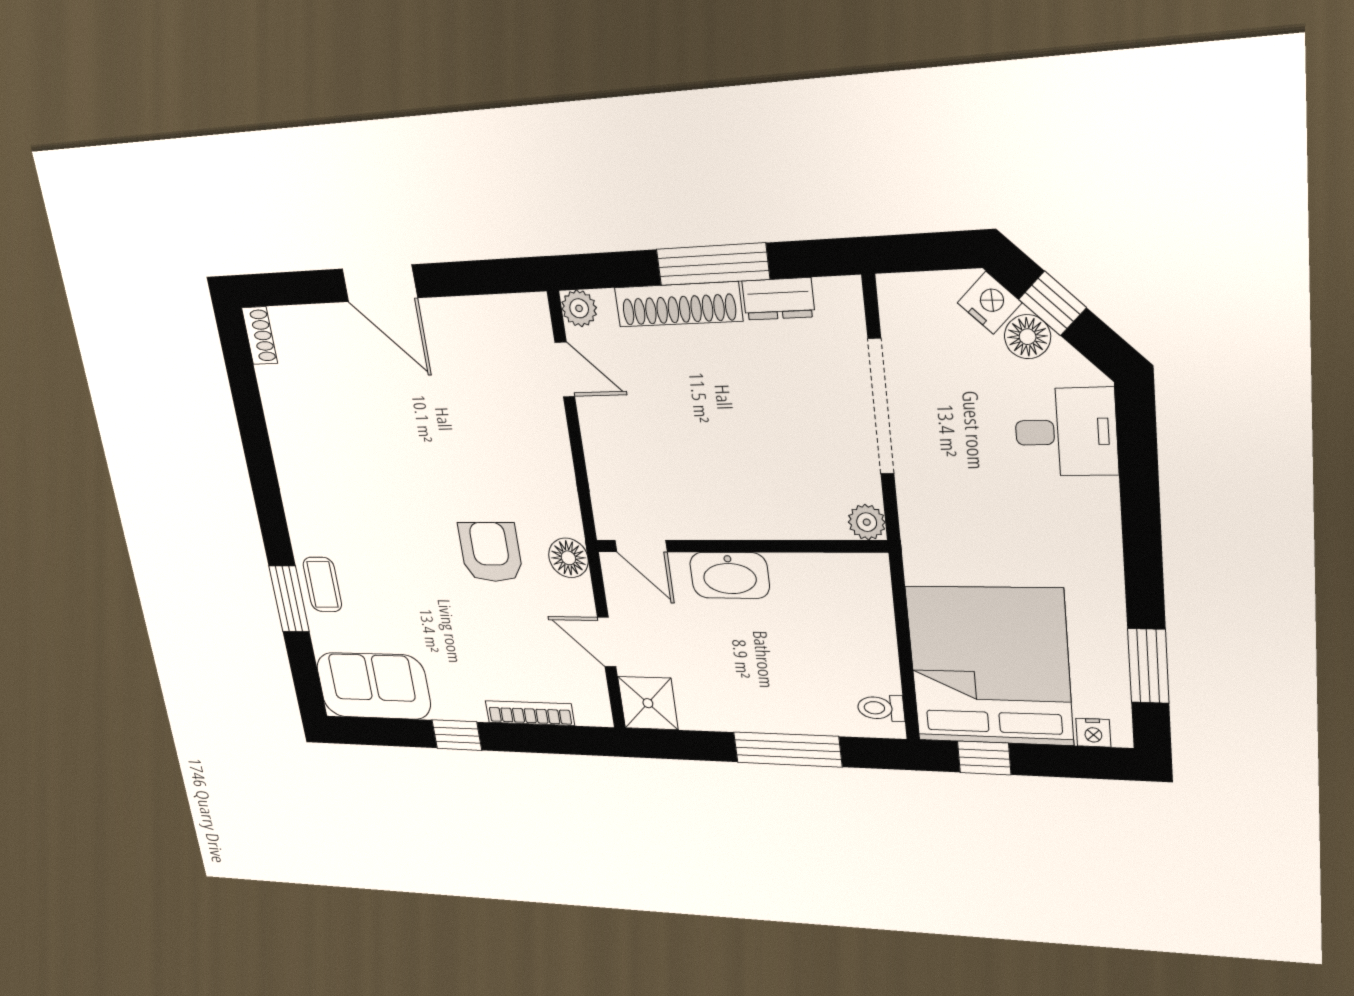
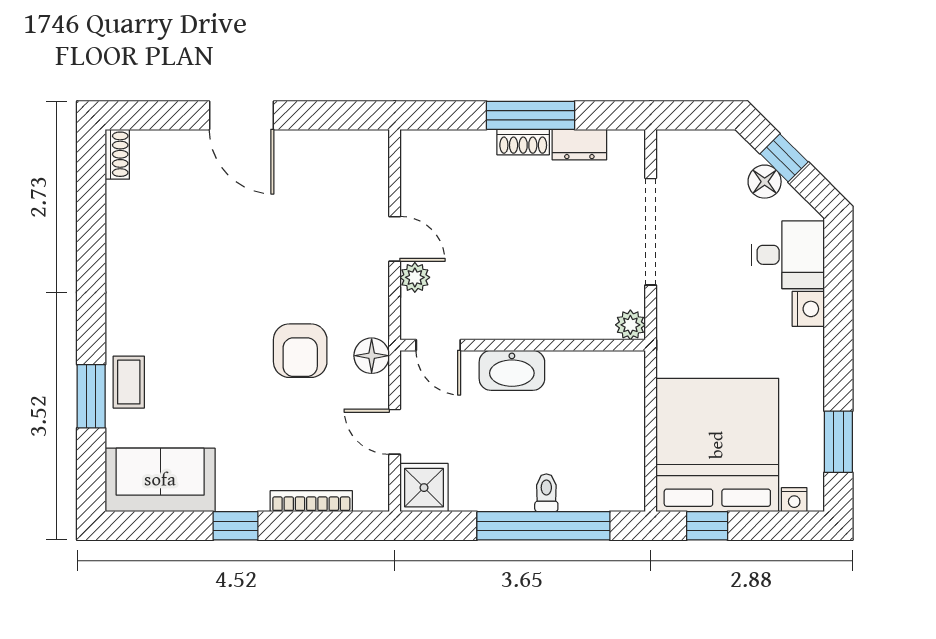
nightstand: (990, 303) -> (808, 309), moved, turned 45
shoe rack: (678, 304) -> (523, 142), width x0.51, depth x0.81
plant: (579, 308) -> (415, 277), moved
door: (565, 370) -> (395, 239), moved
armchair: (490, 552) -> (300, 351), turned 180
toilet: (881, 708) -> (546, 493), moved, turned 90
window: (788, 749) -> (543, 526), width x1.46

